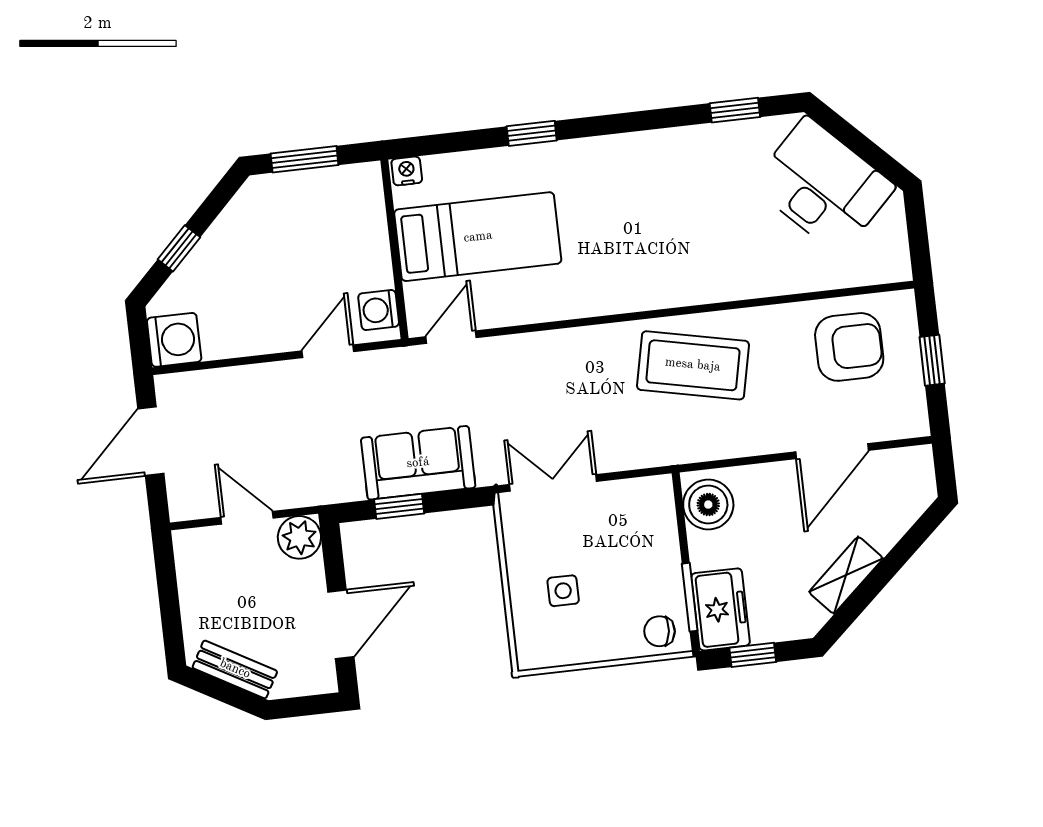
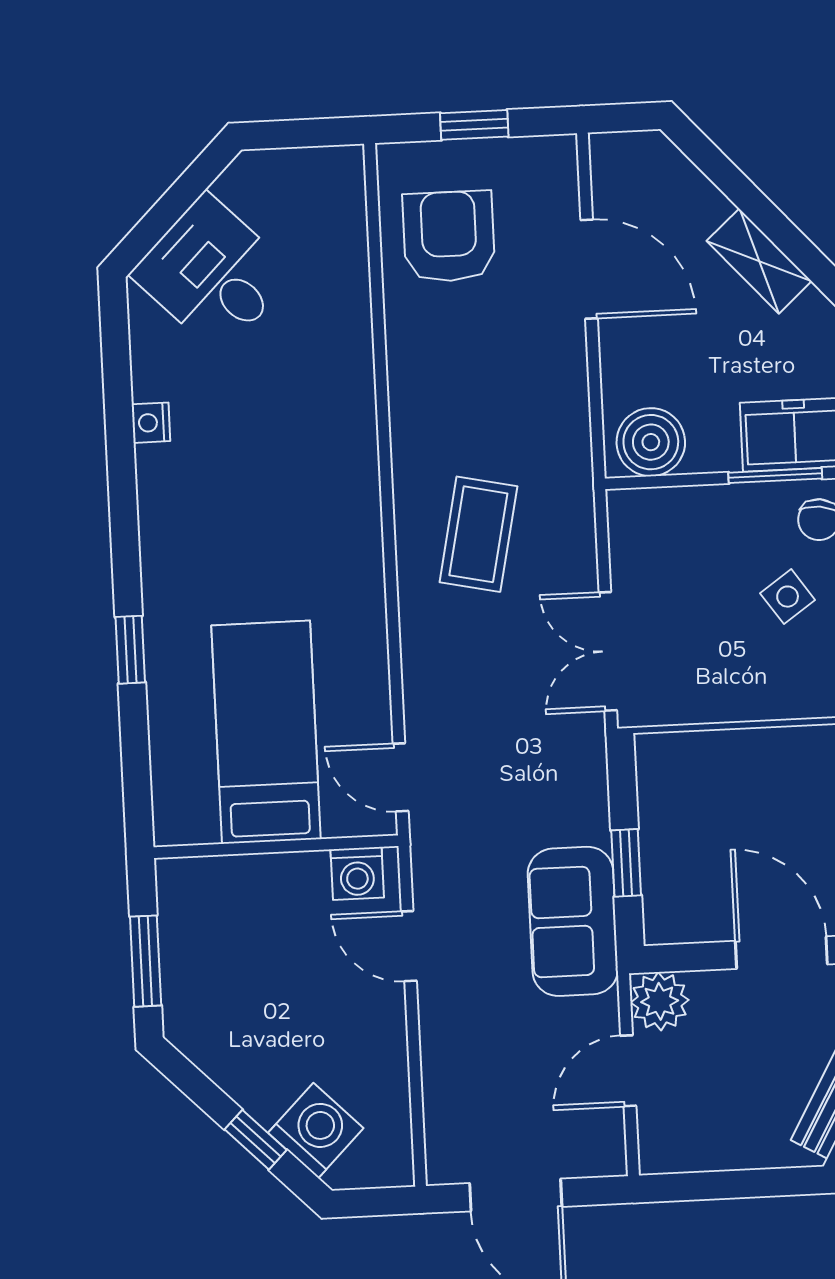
window: (735, 110) -> (117, 371), removed
nightstand: (407, 171) -> (151, 423), moved
desk: (823, 186) -> (213, 274), width x0.73
washing machine: (174, 340) -> (316, 1130), moved, turned 45
coffee table: (693, 365) -> (478, 534), moved, width x0.73, depth x0.76
sofa: (418, 463) -> (573, 921), moved
side table: (563, 591) -> (788, 597), moved, turned -35

